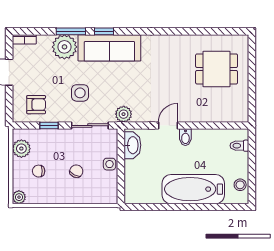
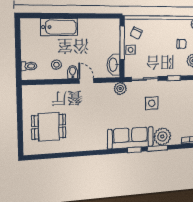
armchair: (36, 105) -> (182, 93), removed
door: (168, 126) -> (86, 81), swing flipped
chair: (76, 171) -> (136, 33), moved
window: (121, 173) -> (122, 43), added
stool: (240, 185) -> (56, 65), moved
bathtub: (193, 189) -> (59, 27), width x0.73, depth x0.73

